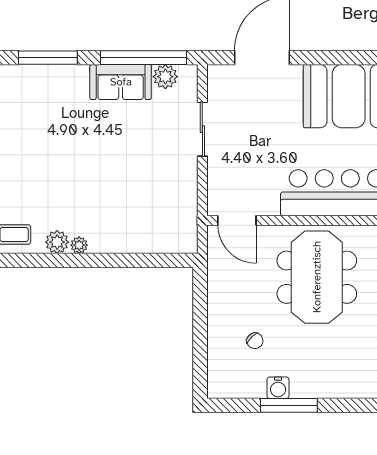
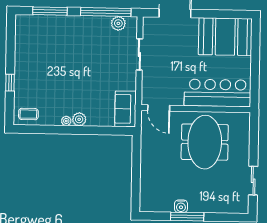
sofa: (121, 82) -> (126, 109), moved, turned 90
plant: (57, 242) -> (79, 119), moved
chair: (255, 341) -> (168, 179), removed

